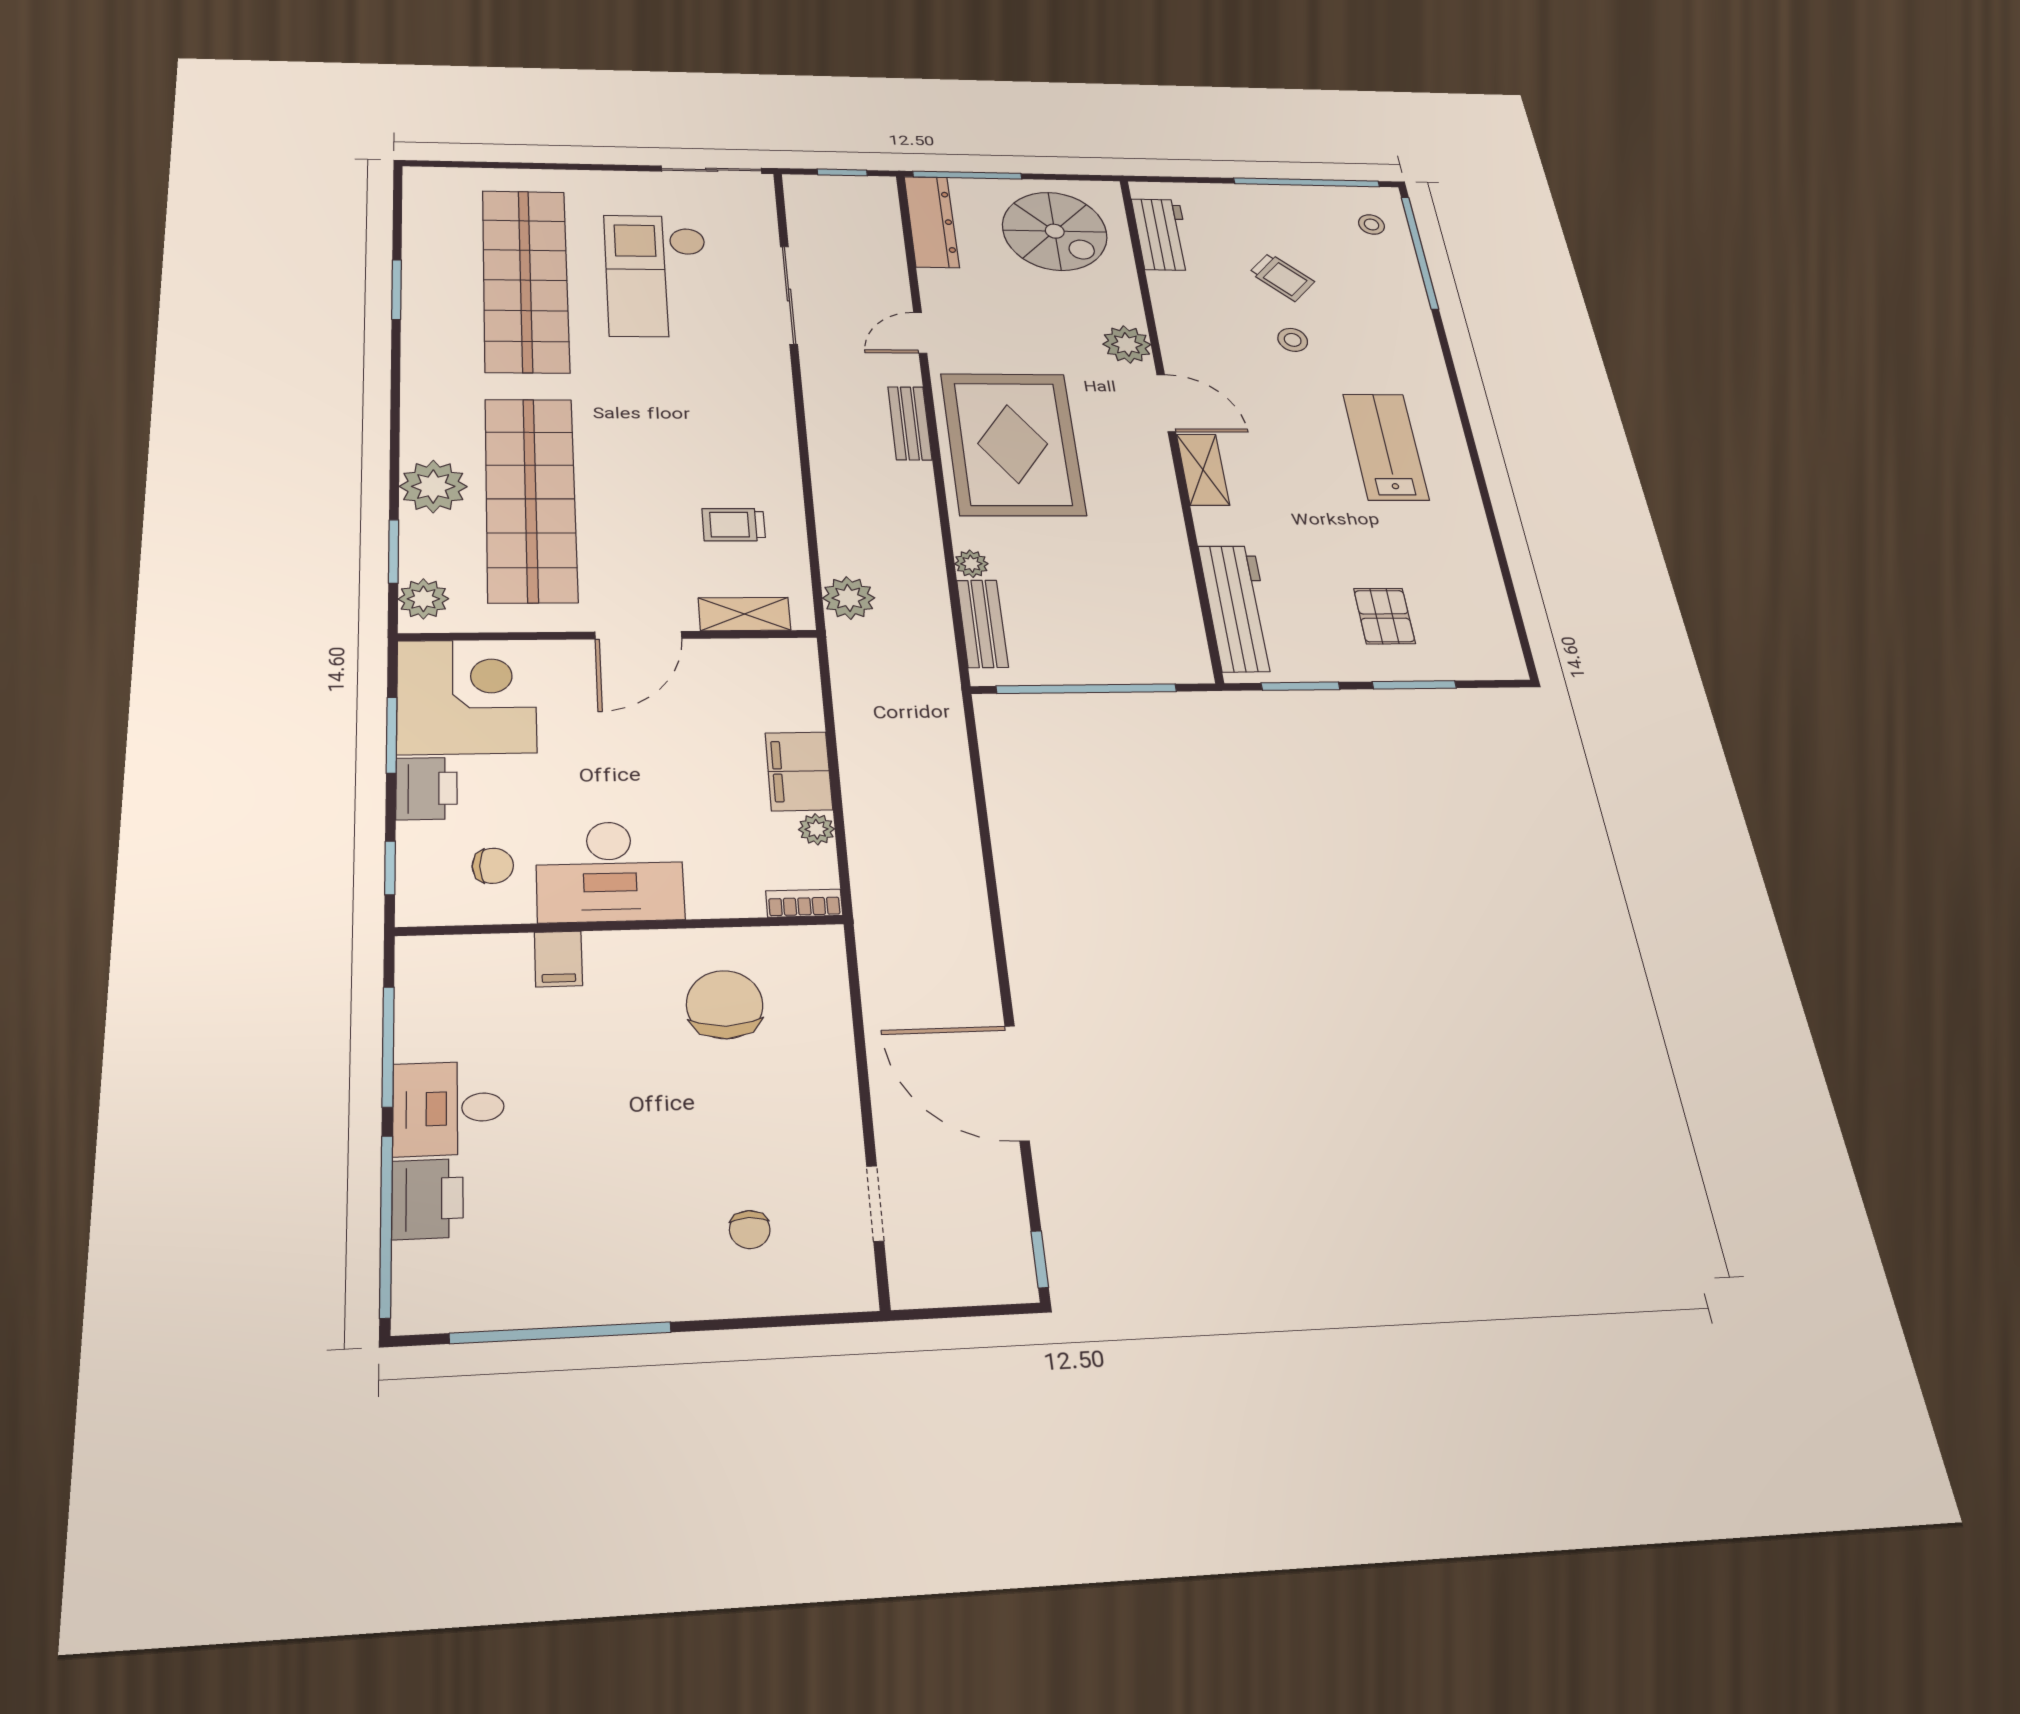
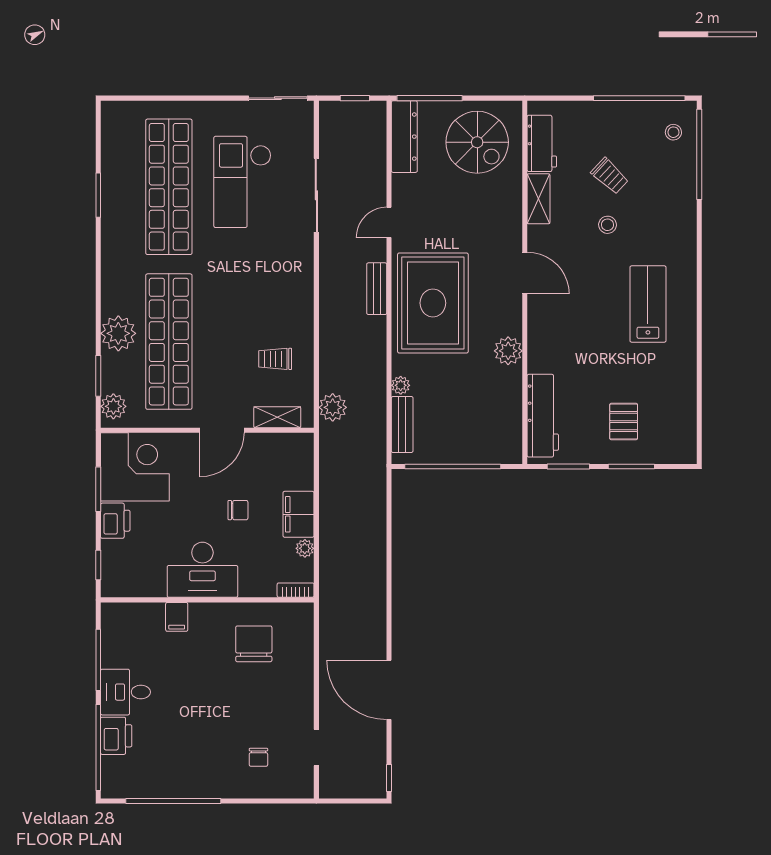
plant: (1127, 344) -> (508, 351), moved
shelving: (1203, 470) -> (538, 199), moved
chair: (493, 866) -> (238, 510), moved

